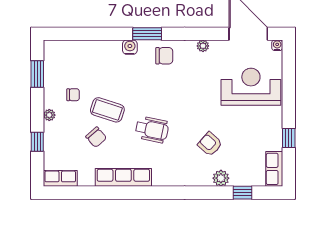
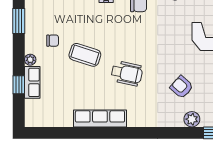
chair: (96, 137) -> (74, 81), removed
row of seats: (60, 178) -> (32, 82), moved, turned 90

